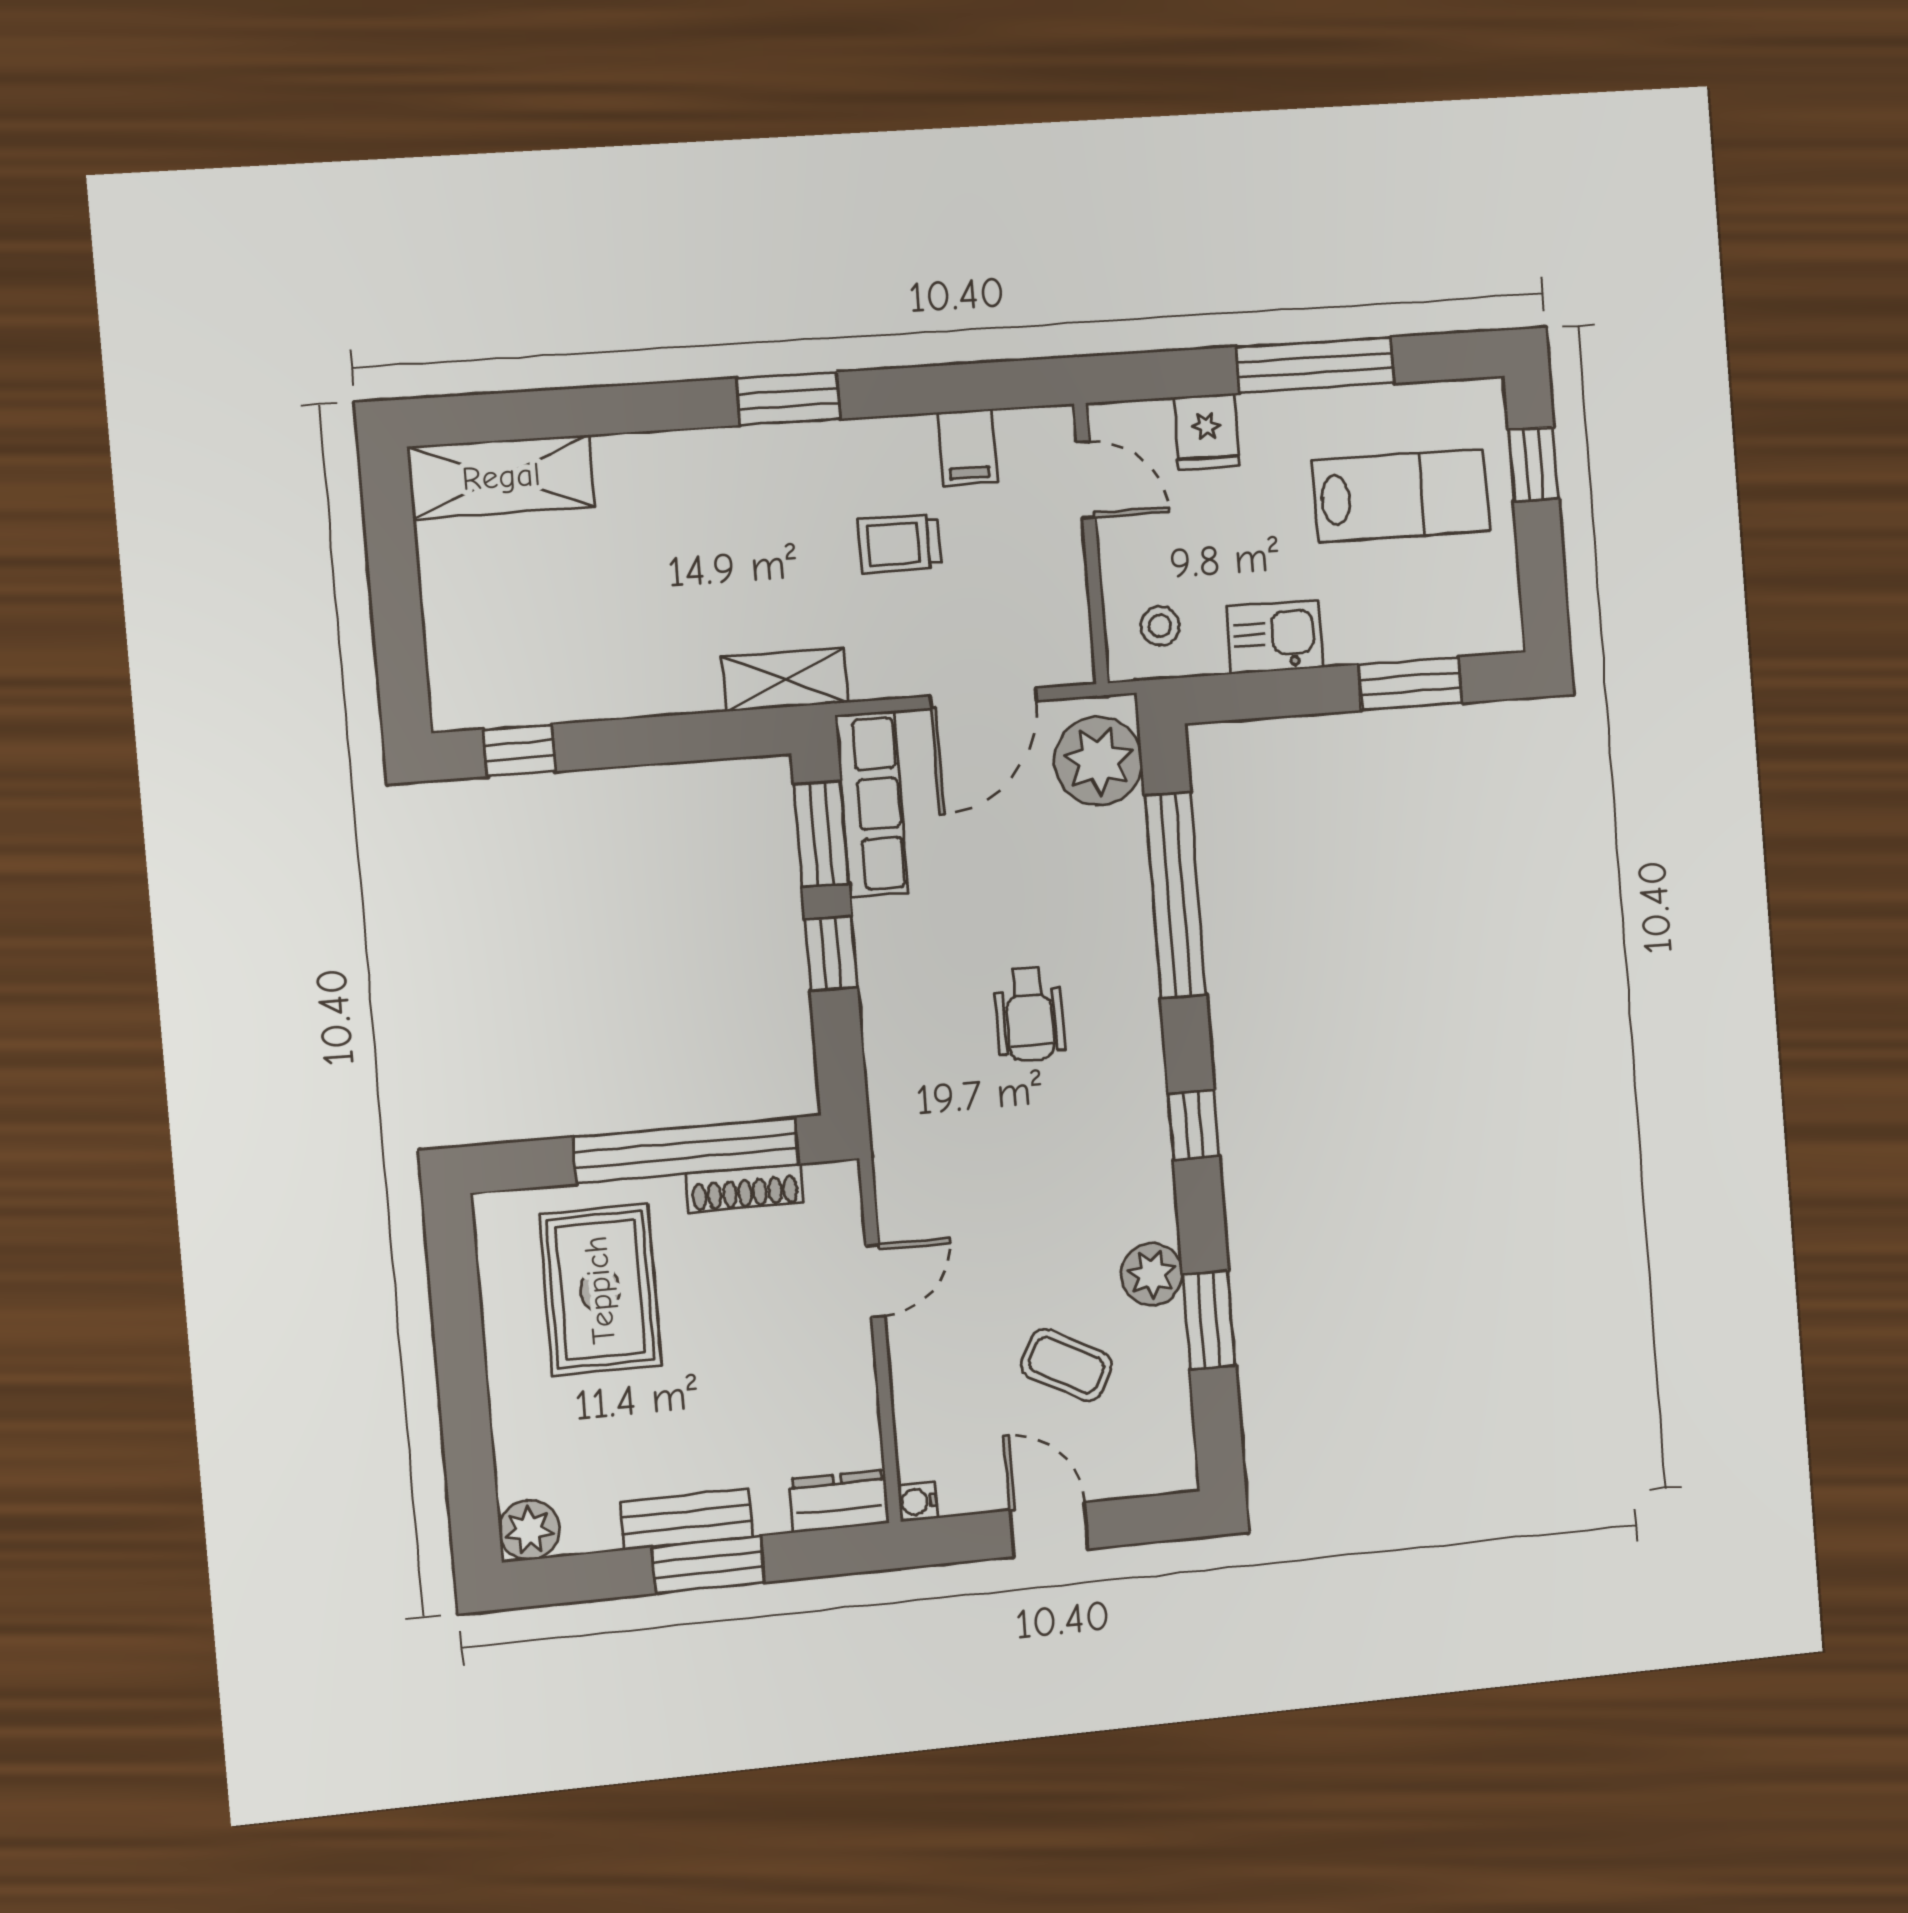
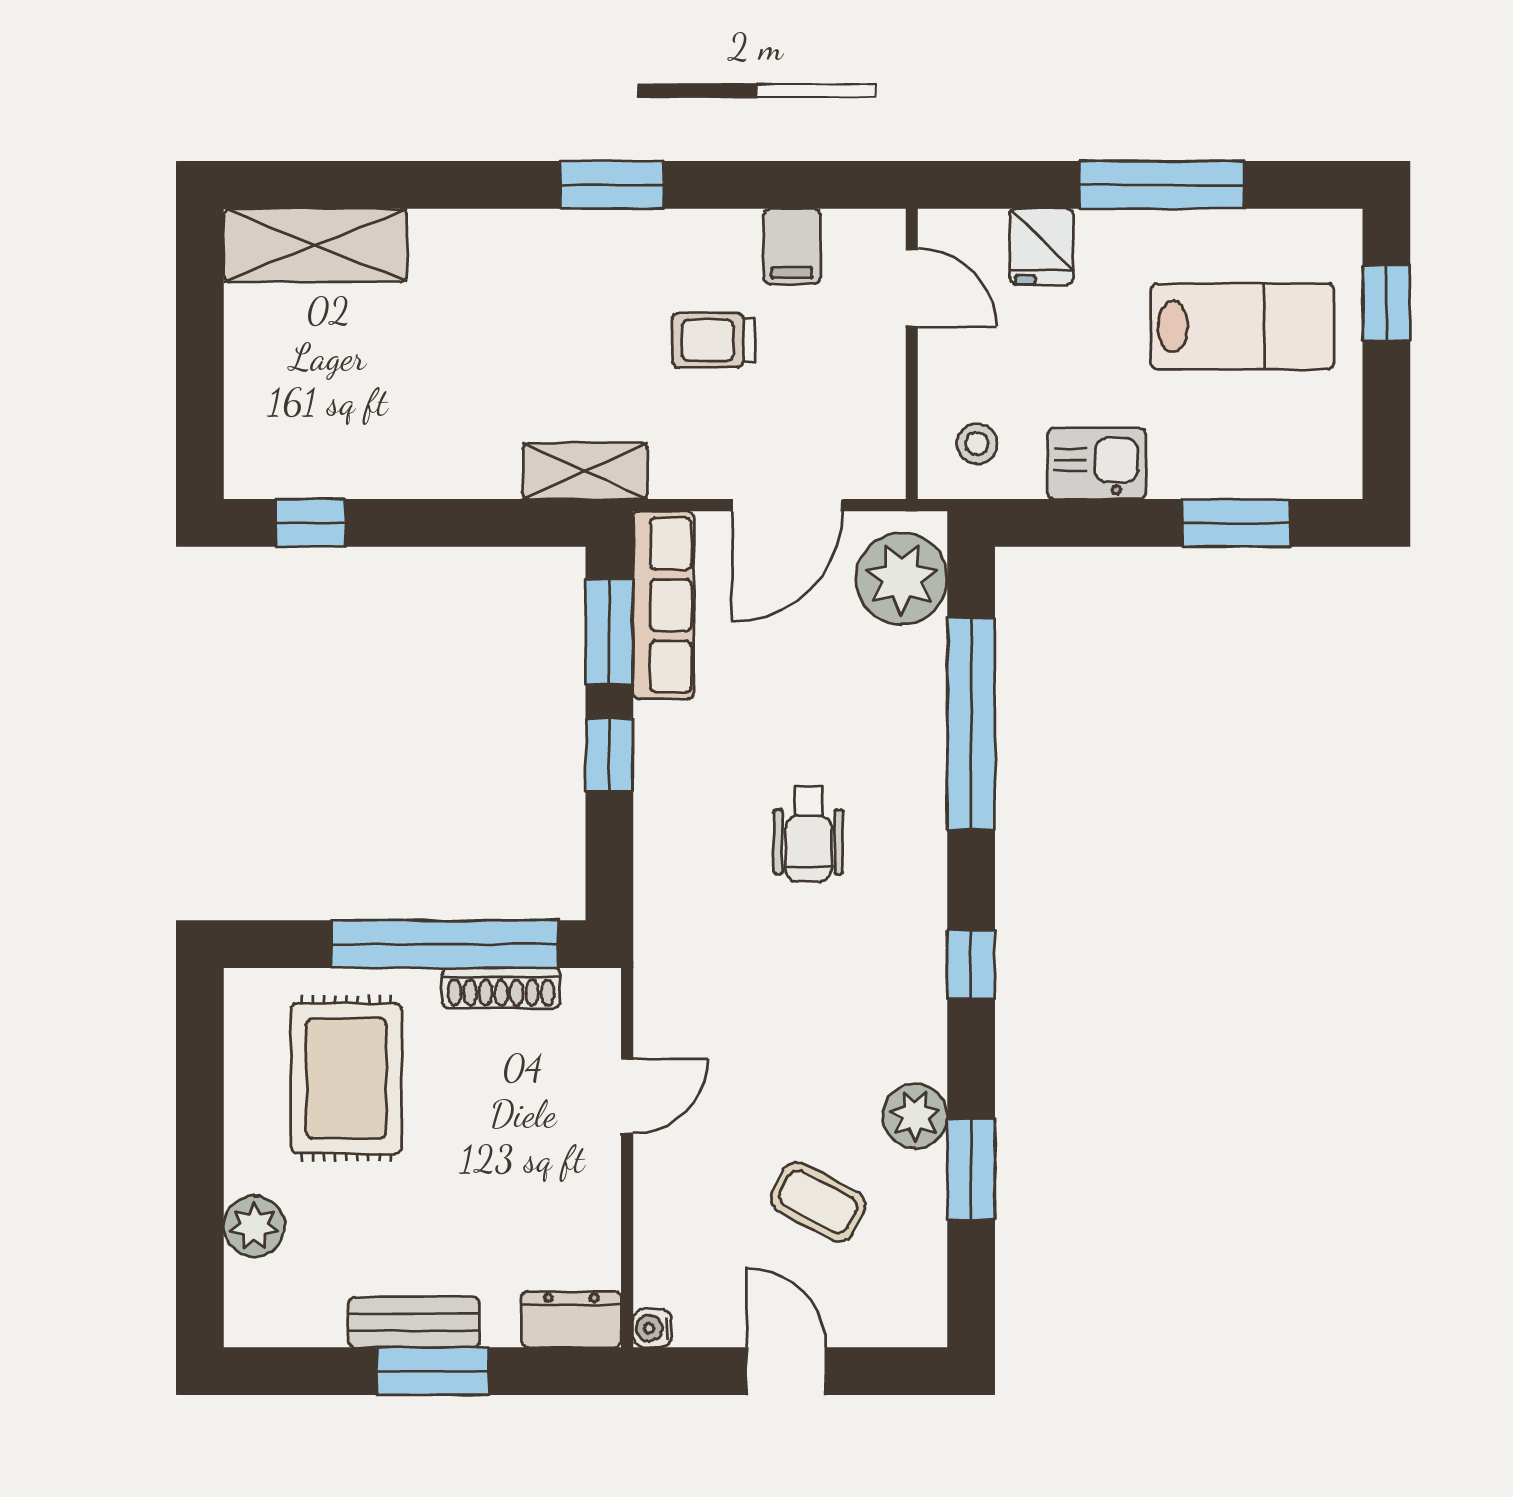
plant: (529, 1530) -> (254, 1226), moved

